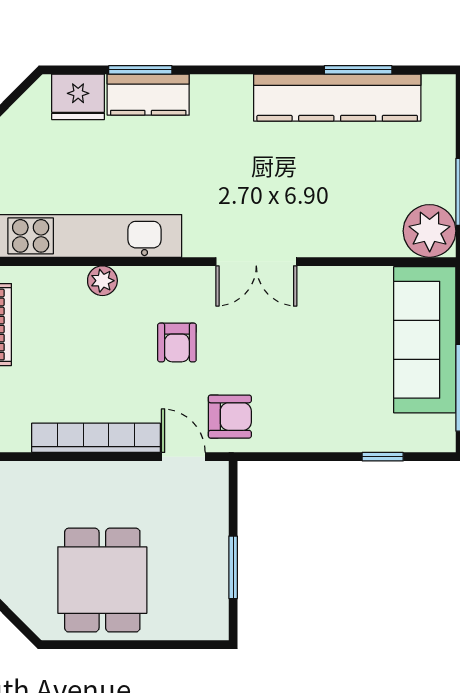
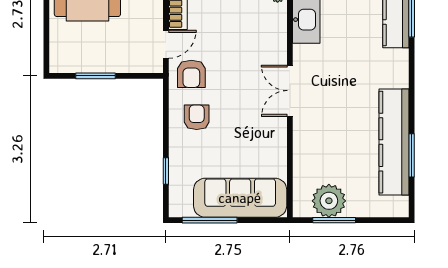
plant: (430, 231) -> (329, 201), moved
armchair: (177, 343) -> (197, 117), moved, turned 90

